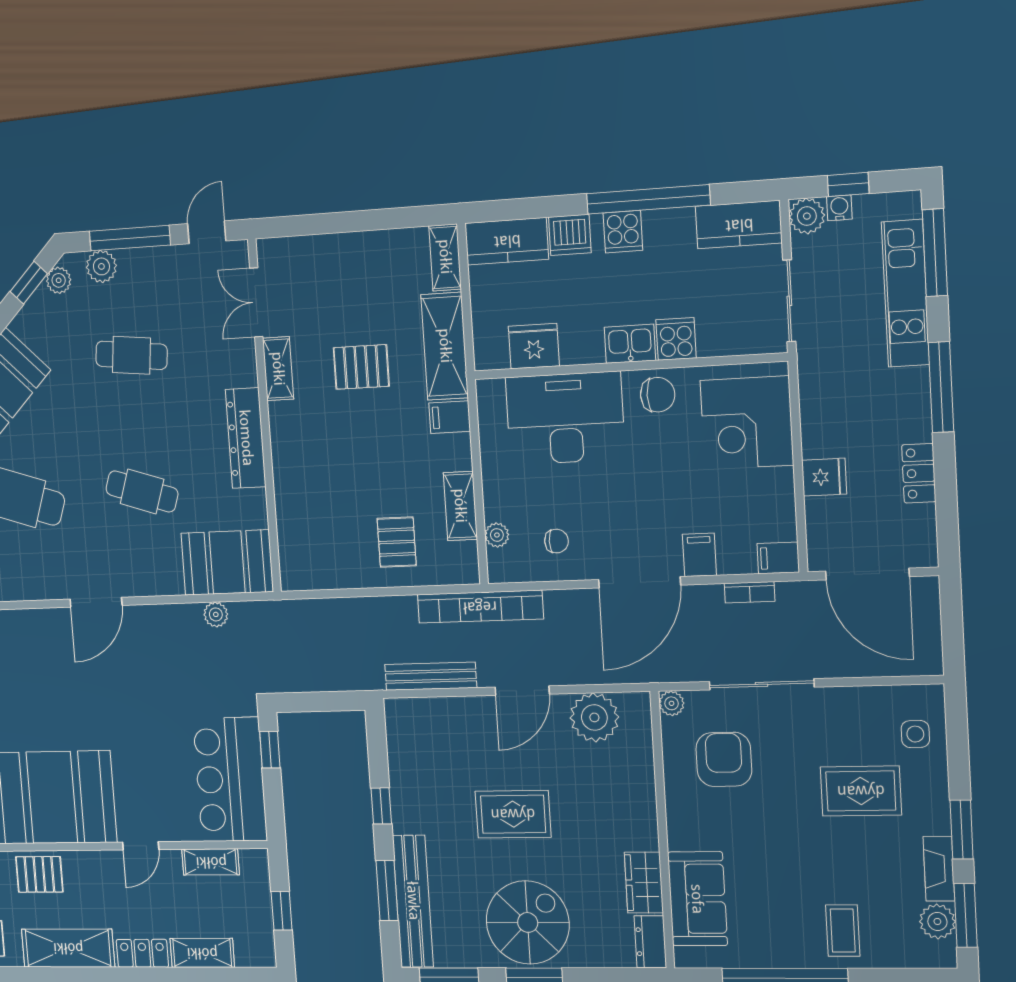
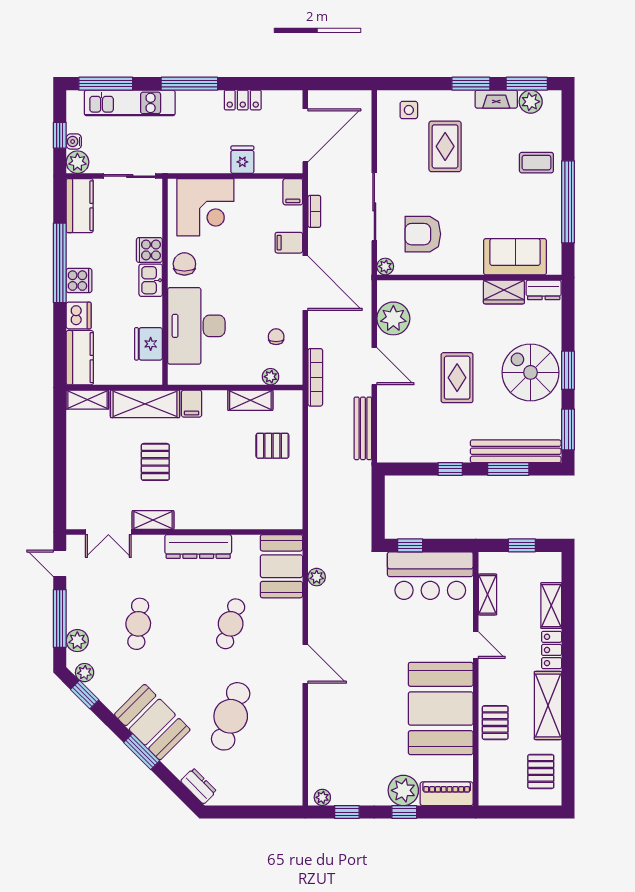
bookcase: (480, 607) -> (315, 377), width x0.68, depth x0.76

